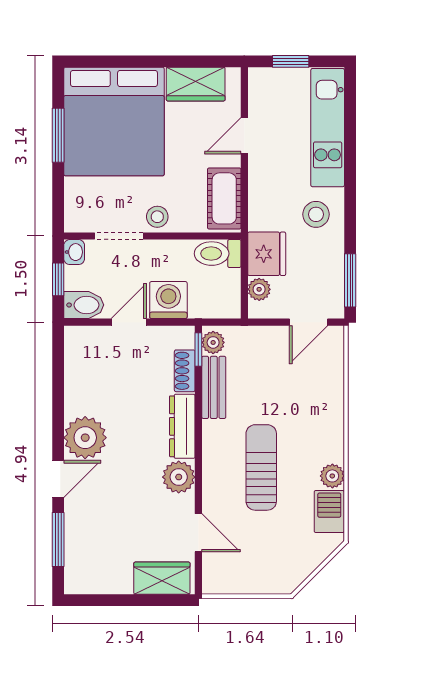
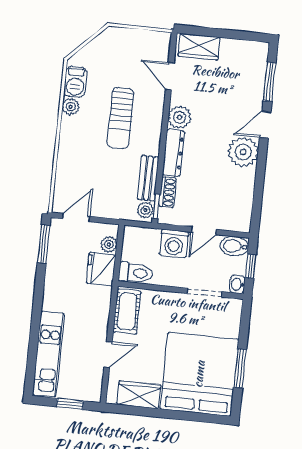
stool: (316, 214) -> (63, 293), removed
stool: (157, 217) -> (176, 303), removed

